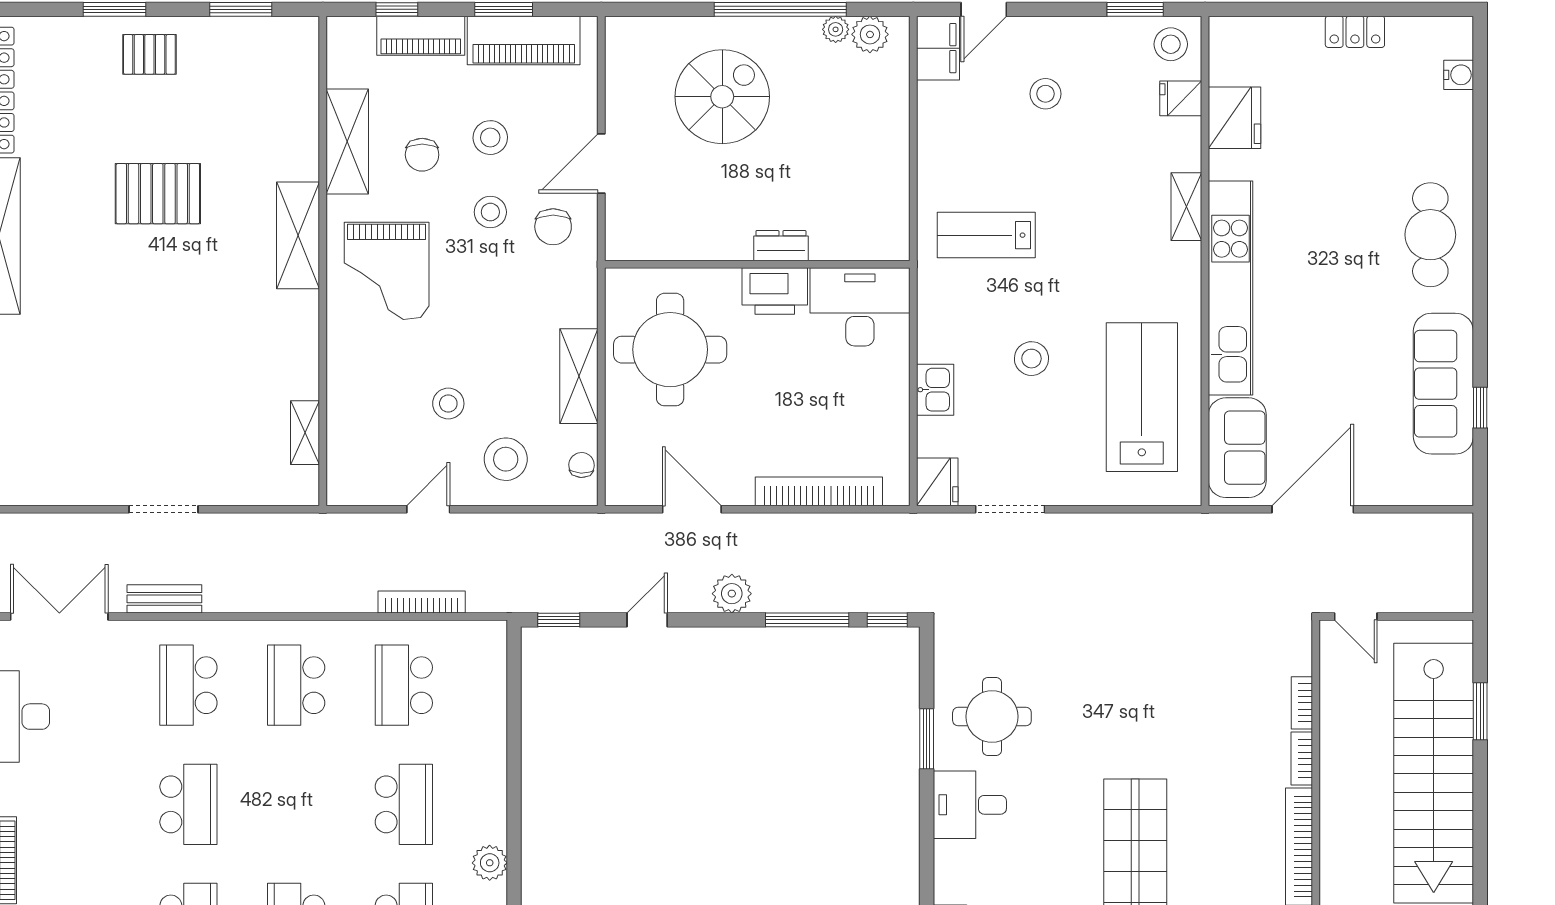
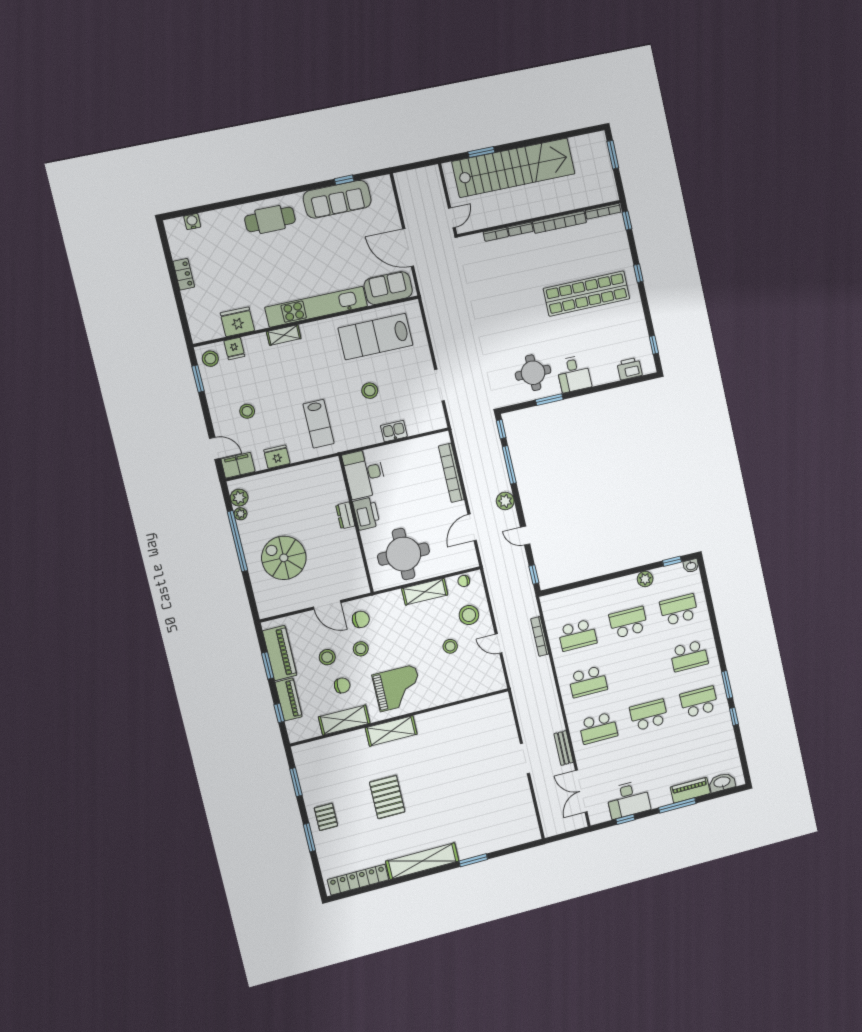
shelving: (305, 433) -> (478, 706), removed
fridge: (937, 482) -> (277, 457), moved

